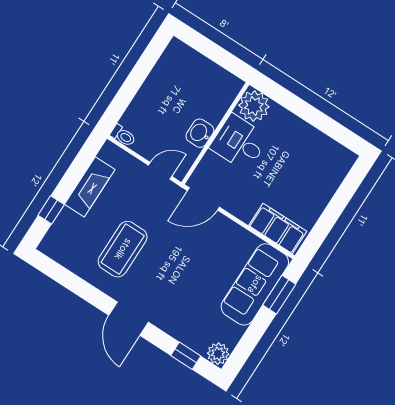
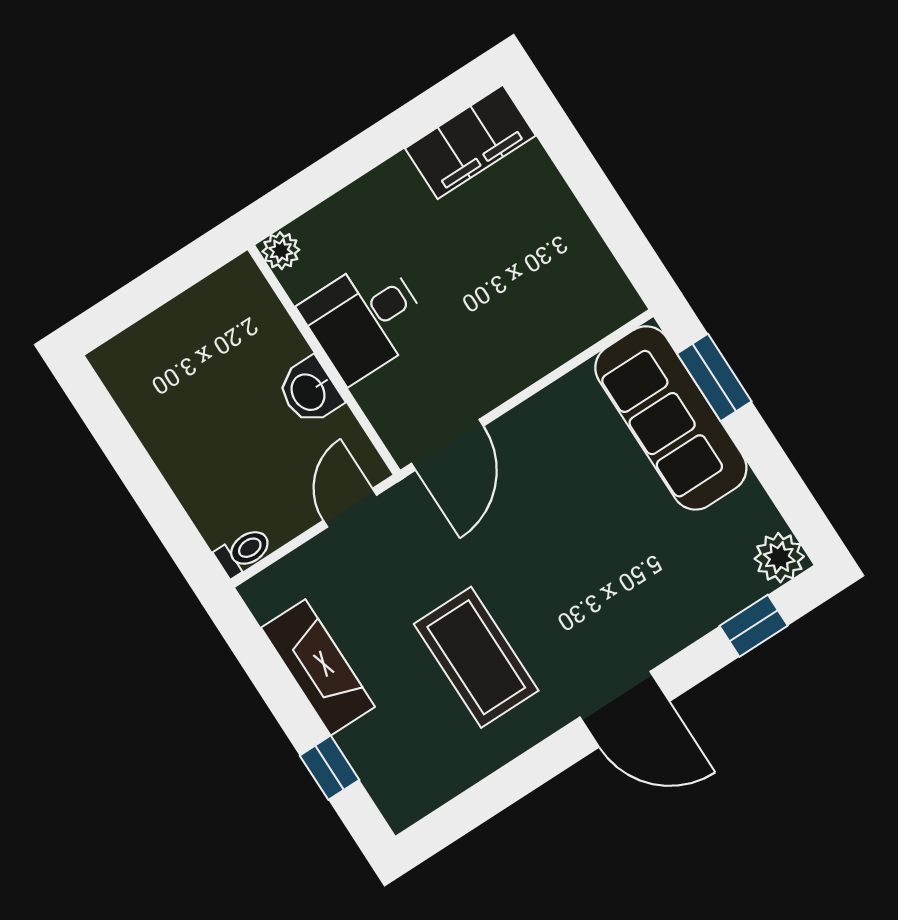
plant: (254, 106) -> (281, 251), width x0.53, depth x0.53
filing cabinet: (278, 228) -> (470, 142), moved, turned 180

